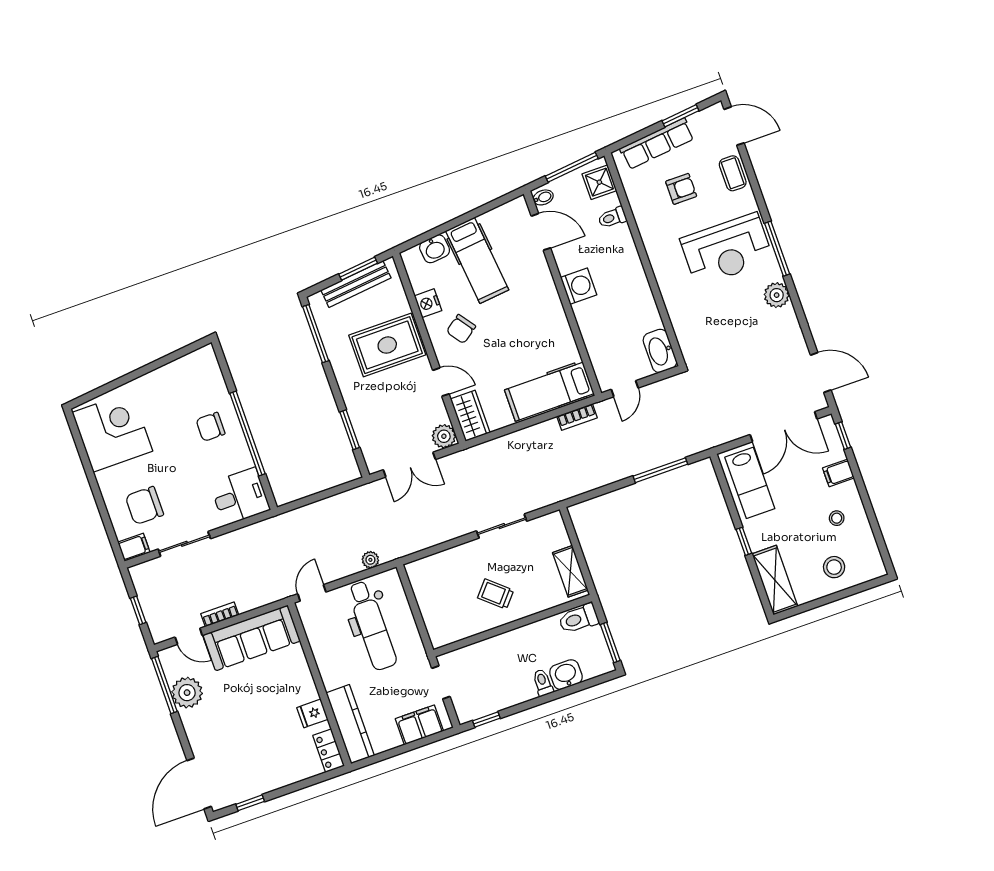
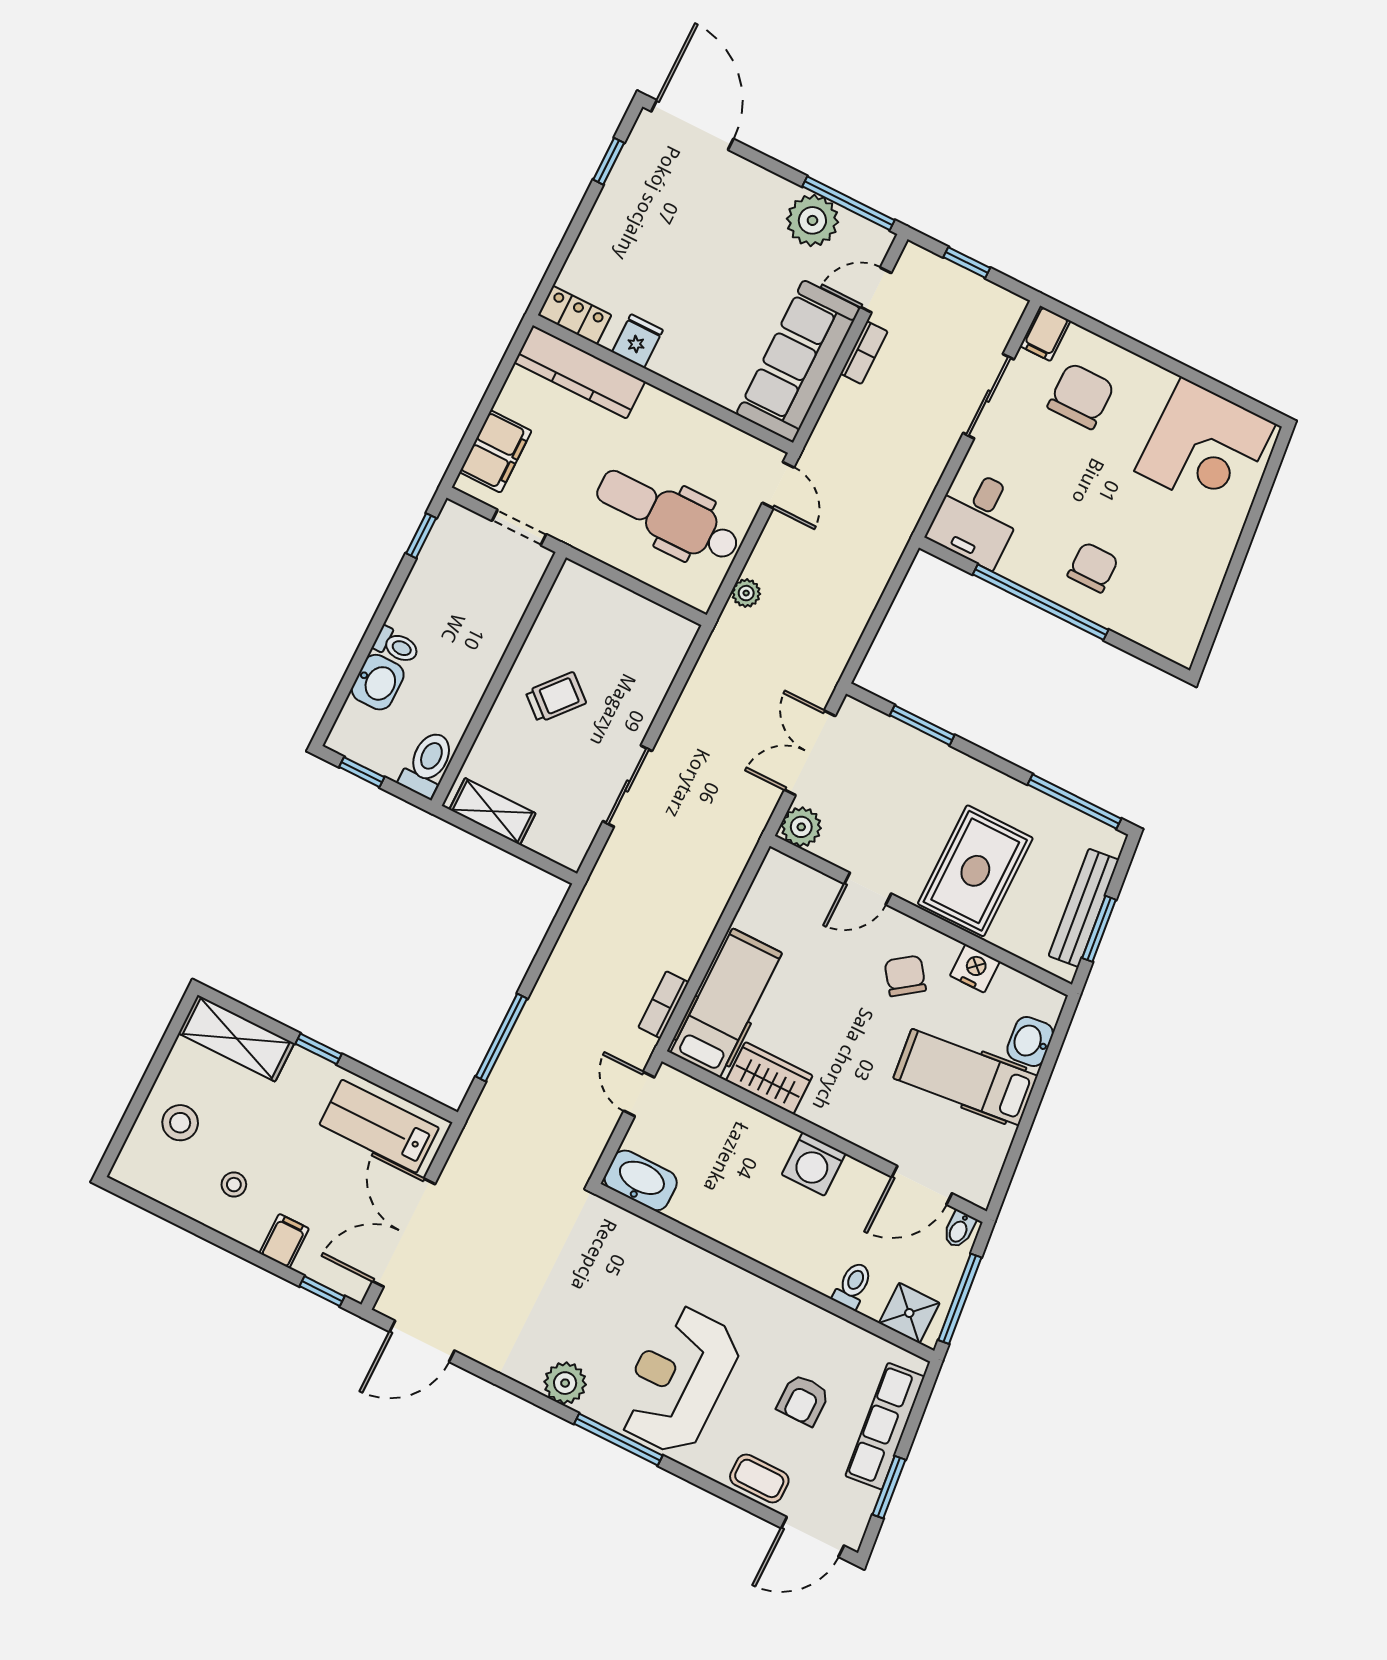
wardrobe: (470, 416) -> (769, 1078), moved, turned 180
window: (610, 642) -> (362, 772), width x0.67

